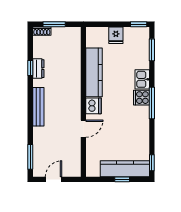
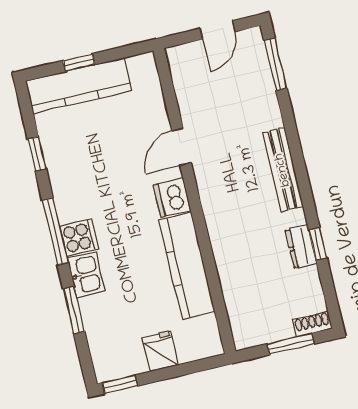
window: (152, 50) -> (74, 310), moved
window: (152, 163) -> (37, 154), moved

